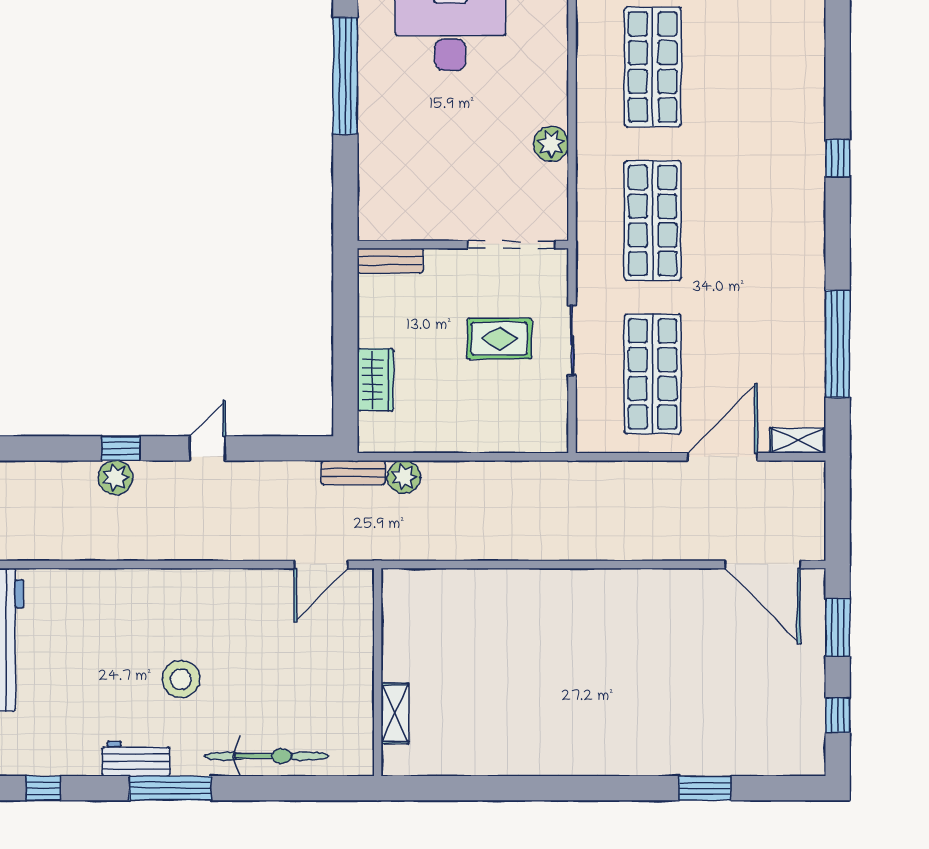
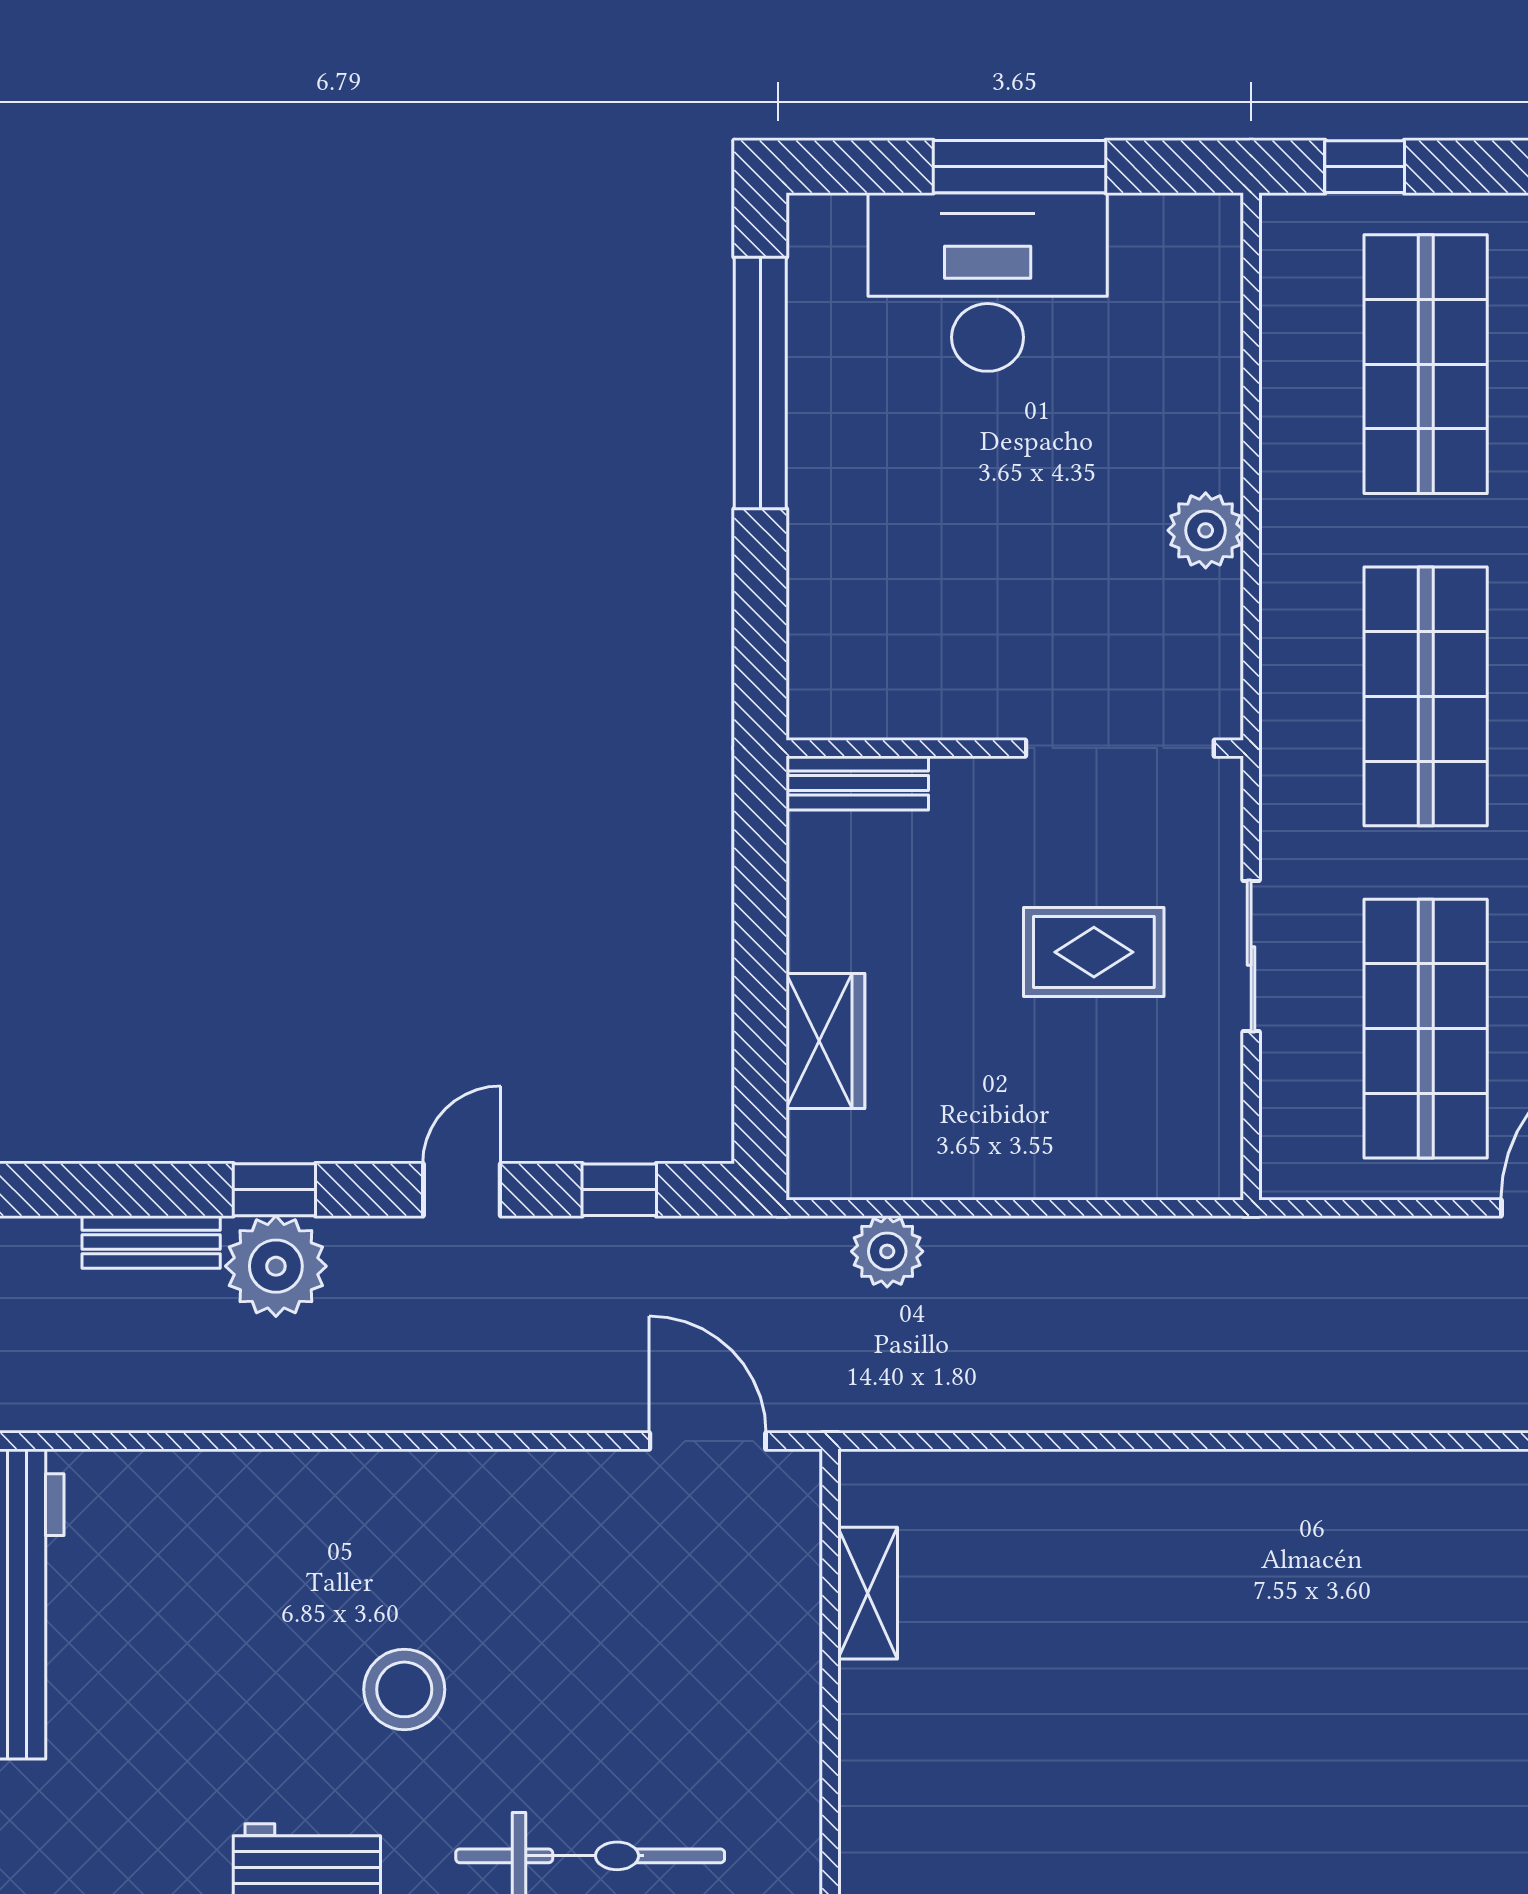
window: (280, 448) -> (619, 1190), added
bench: (353, 473) -> (151, 1242), moved
plant: (115, 478) -> (276, 1266), width x1.36, depth x1.36
door: (321, 564) -> (708, 1441), swing flipped
shelving: (395, 713) -> (868, 1593), moved

